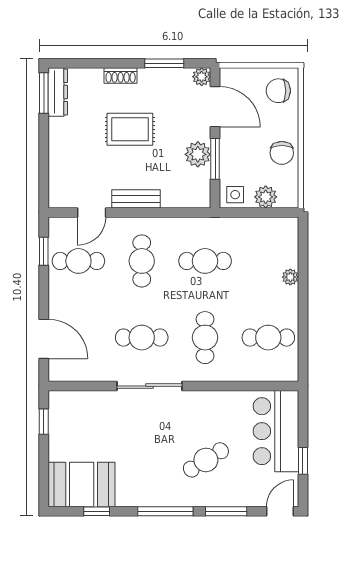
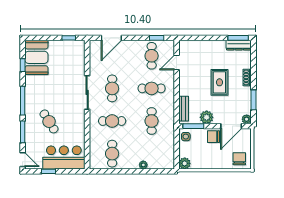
chair: (282, 153) -> (213, 137), moved
window: (215, 159) -> (193, 126), moved
plant: (266, 197) -> (185, 163), moved
bench: (136, 199) -> (184, 109), moved
door: (92, 213) -> (177, 63), hinge flipped

